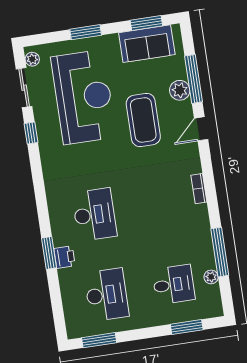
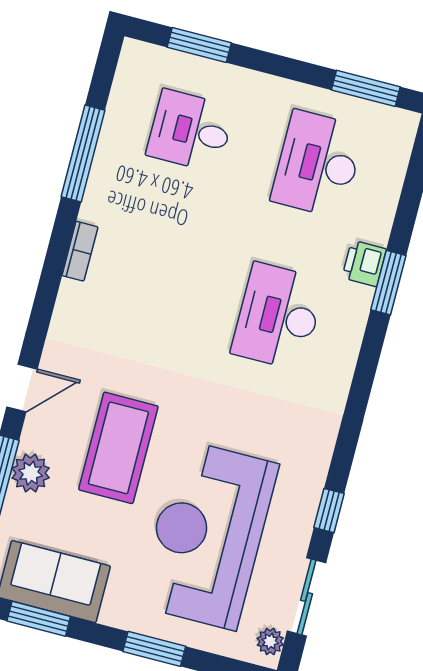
bookcase: (199, 189) -> (80, 251), moved
plant: (211, 277) -> (117, 116), removed

